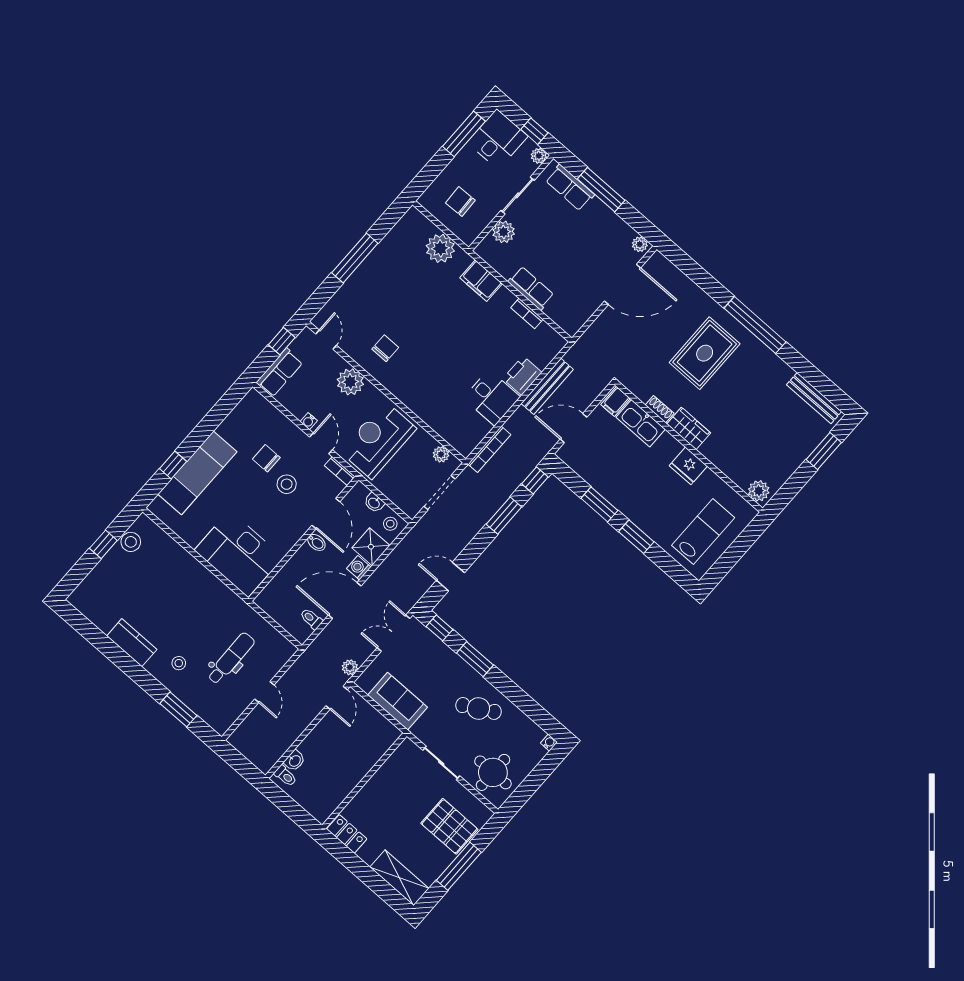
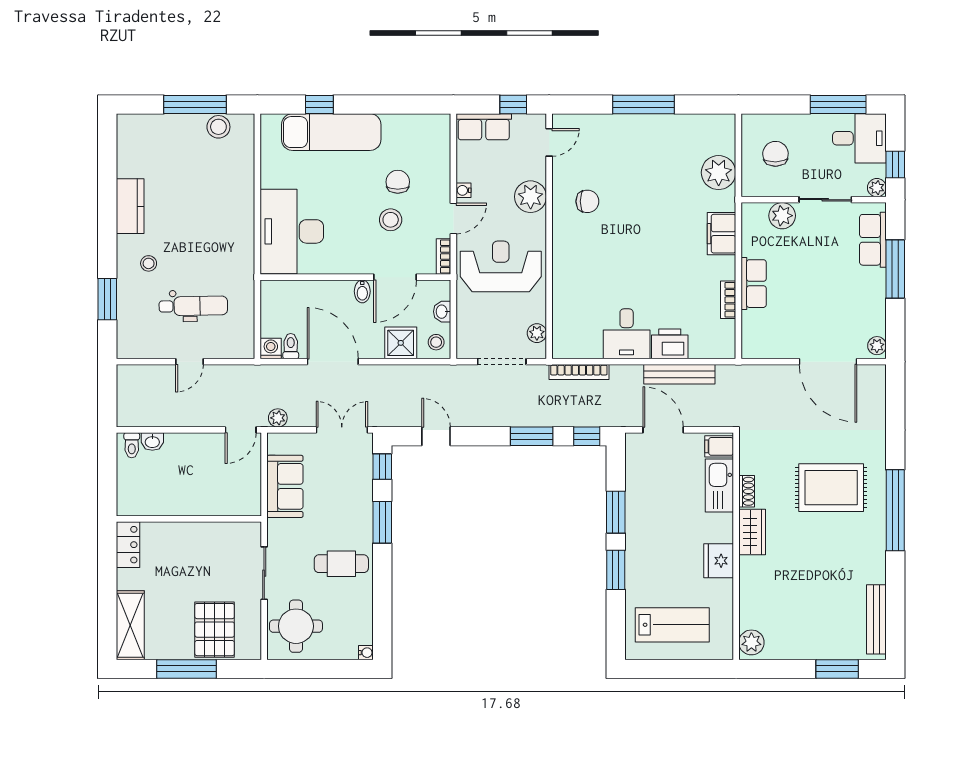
window: (103, 544) -> (195, 104), width x2.17
washing machine: (359, 568) -> (271, 349), moved
cafe table: (479, 708) -> (341, 564), turned -61

